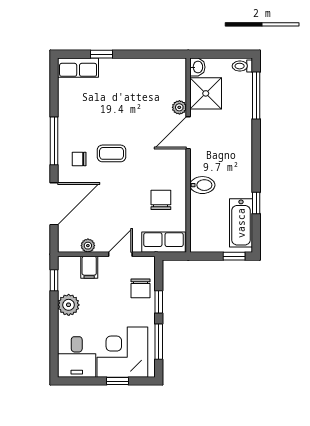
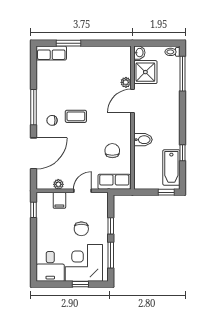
window: (101, 54) -> (68, 43), width x1.50
chair: (141, 288) -> (81, 229), moved
plant: (69, 305) -> (44, 228), removed

